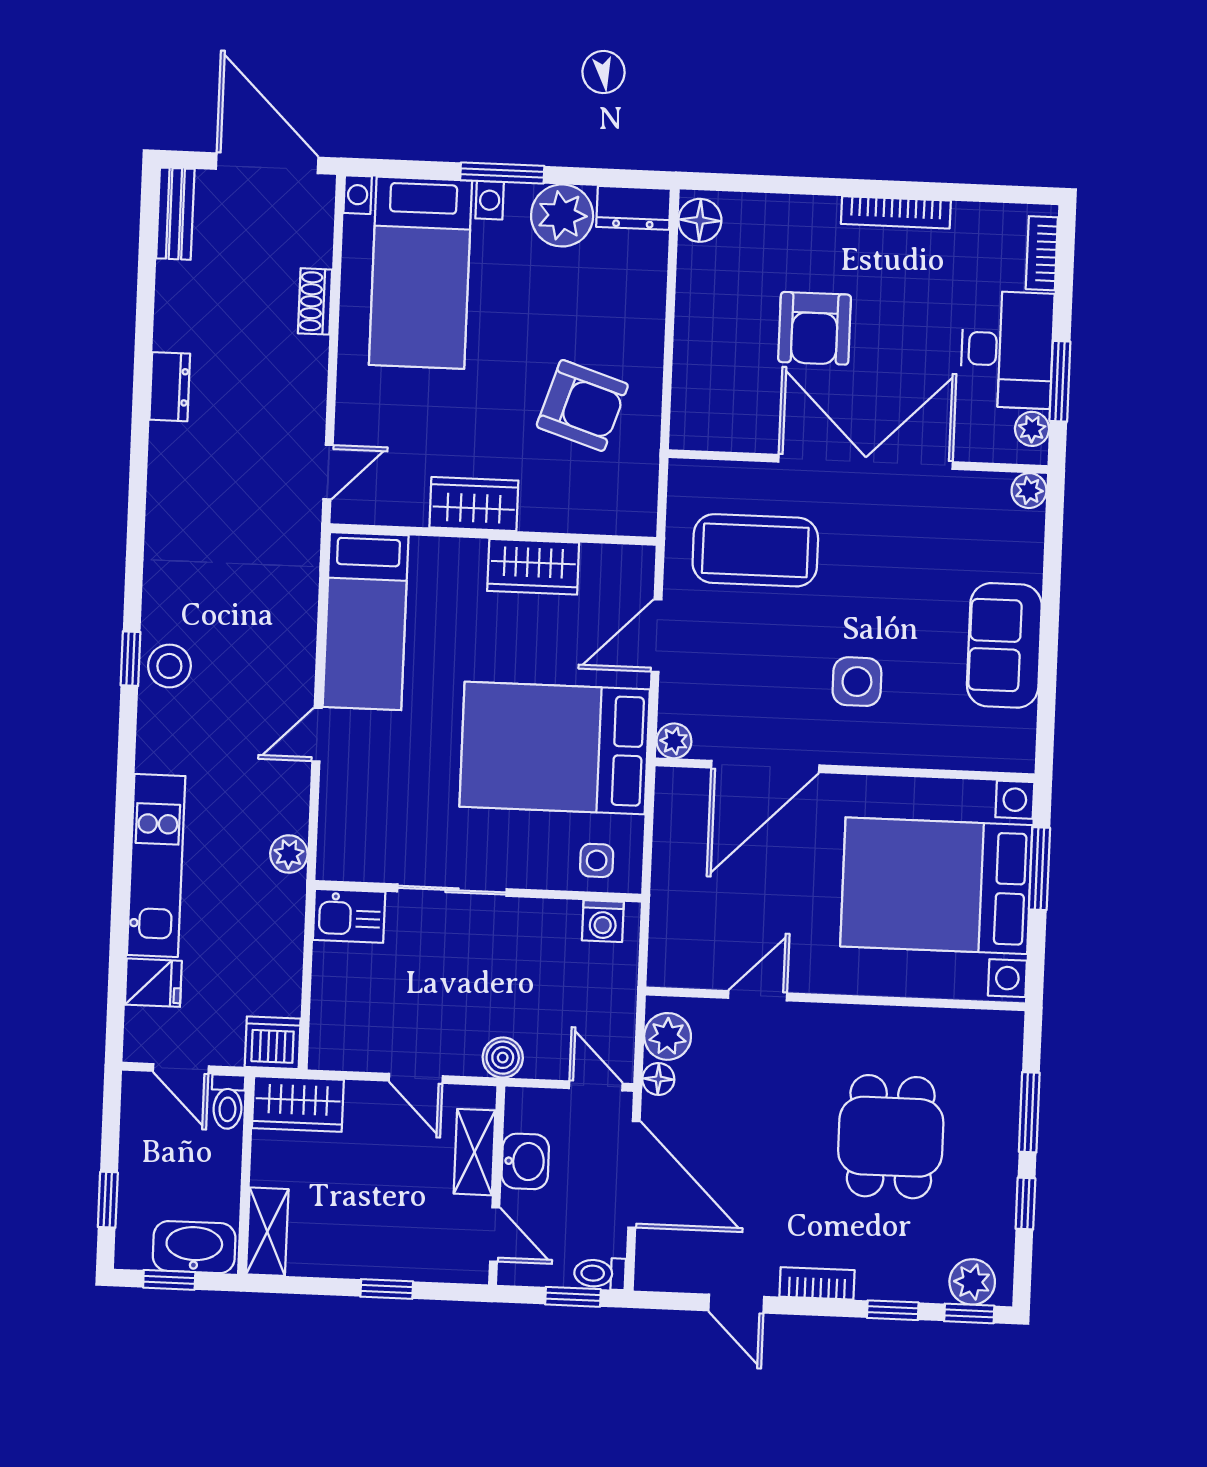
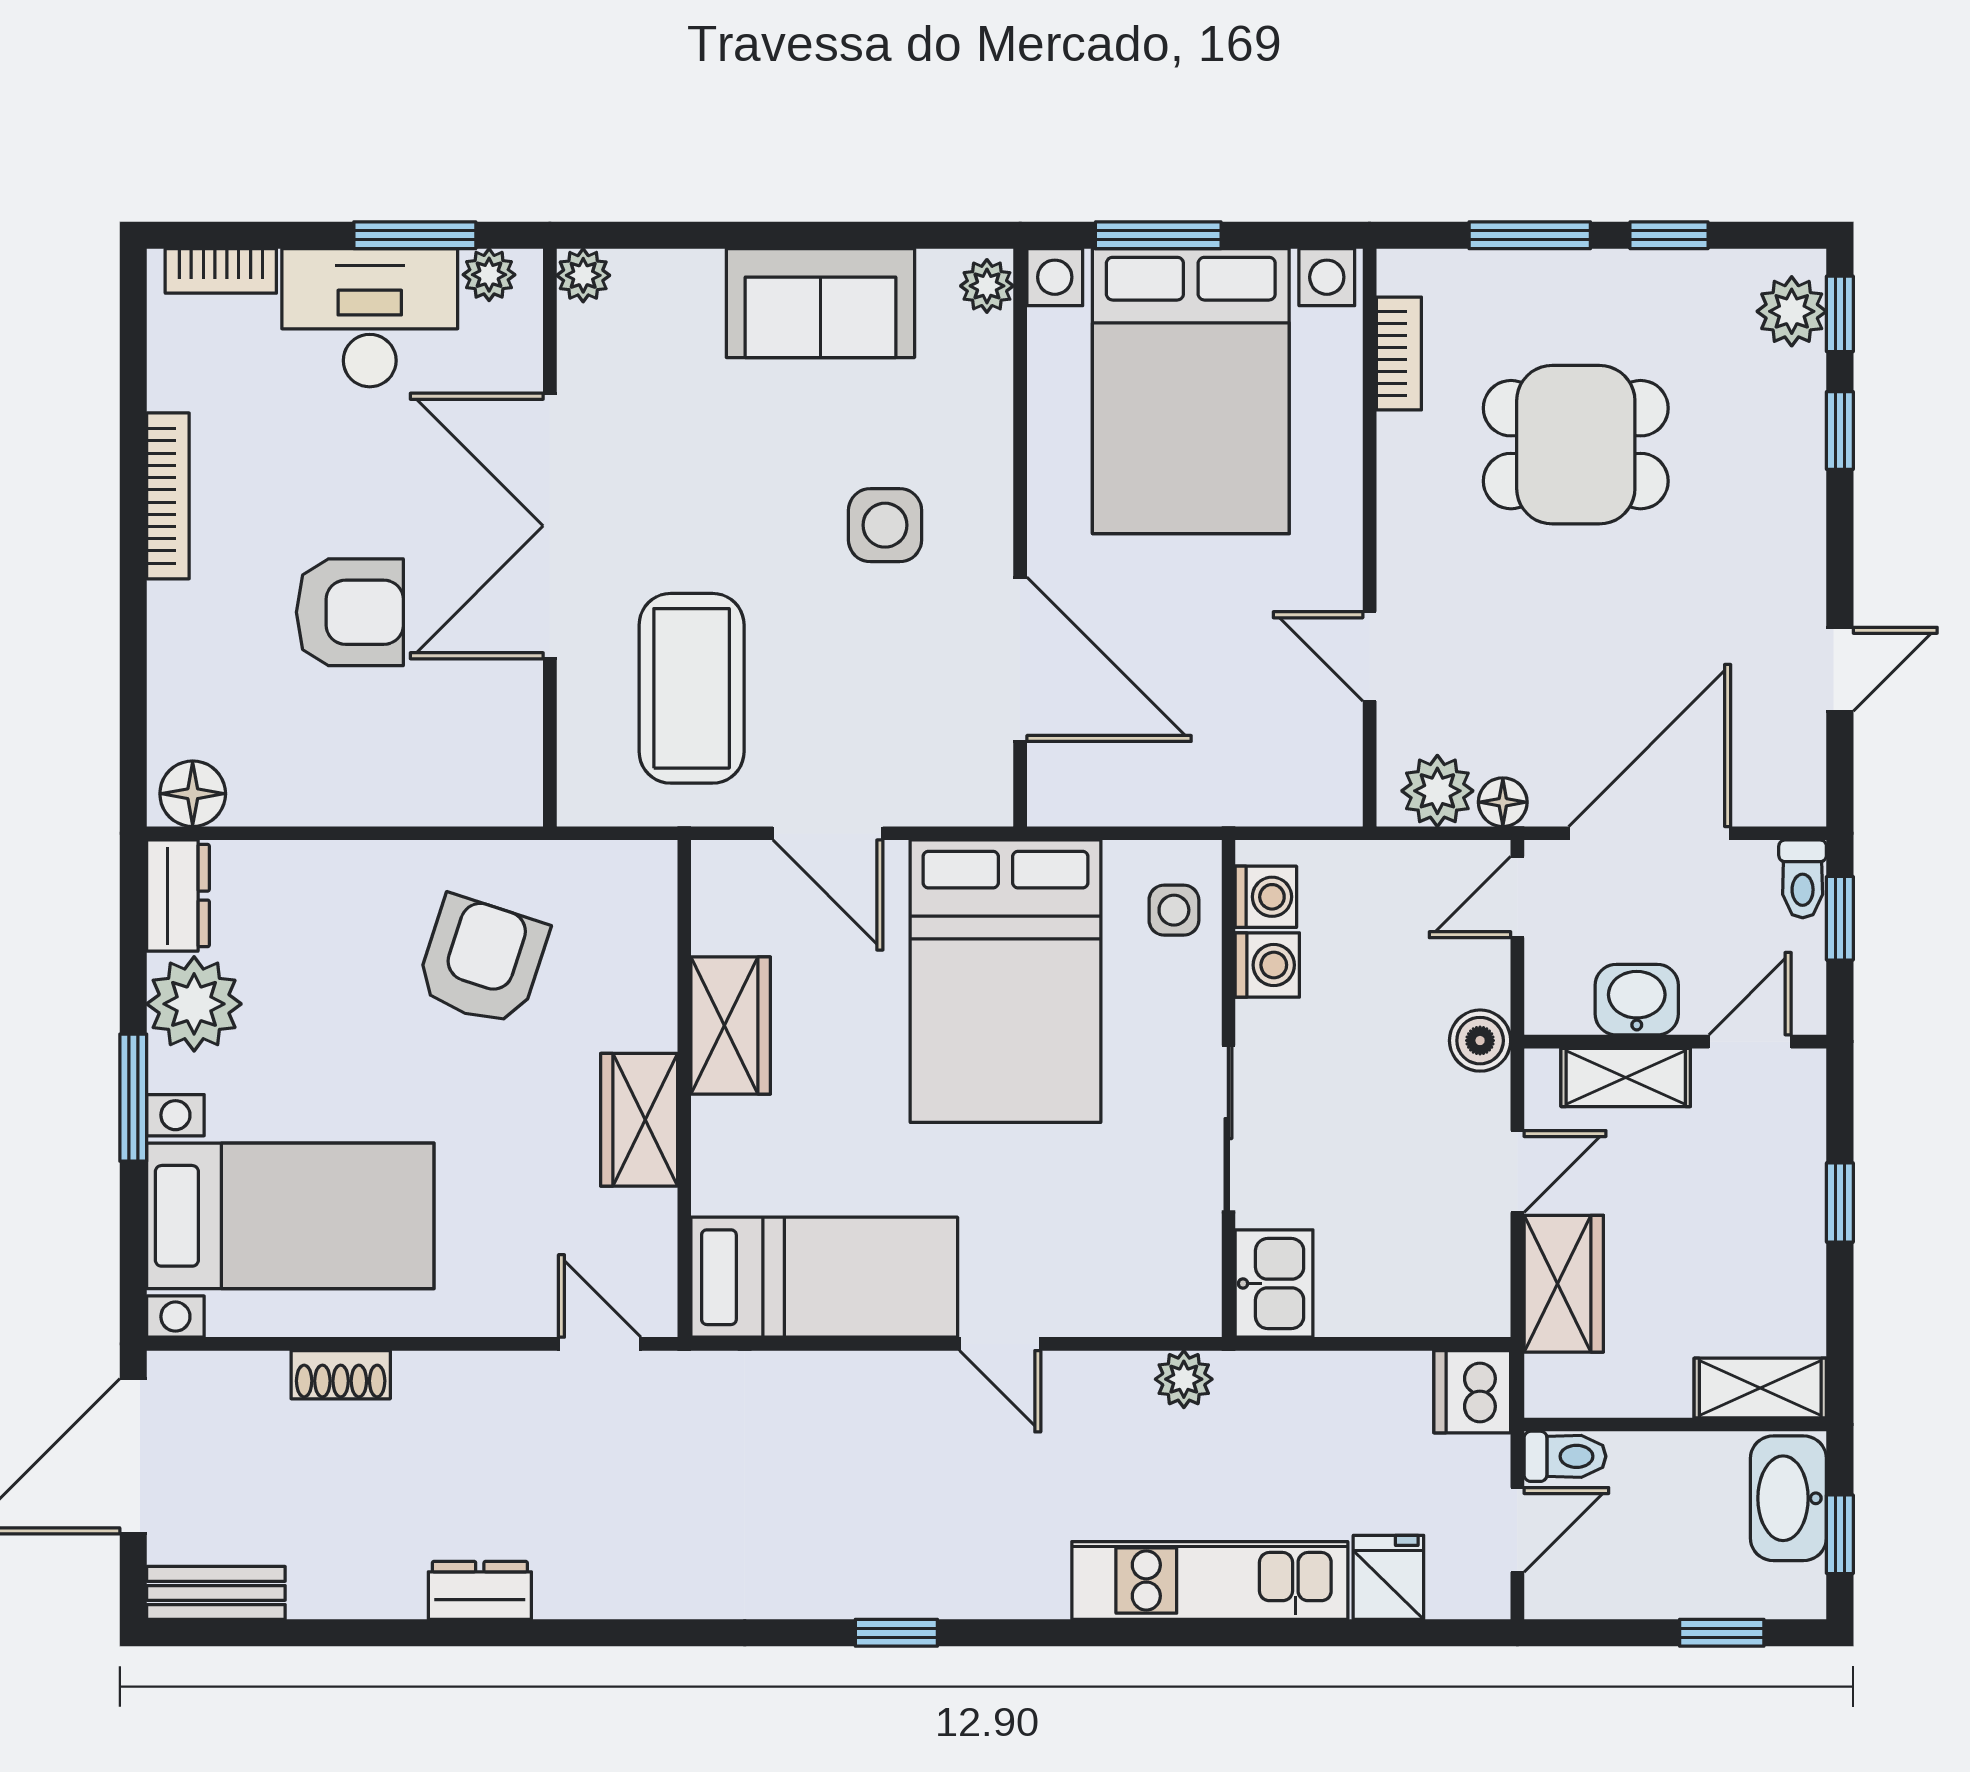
stool: (169, 666) -> (905, 1573), removed
plant: (674, 741) -> (987, 286), moved
washing machine: (558, 920) -> (1267, 965), added
wardrobe: (298, 1104) -> (1564, 1284), moved
bookcase: (817, 1283) -> (1399, 354), moved, turned 180

